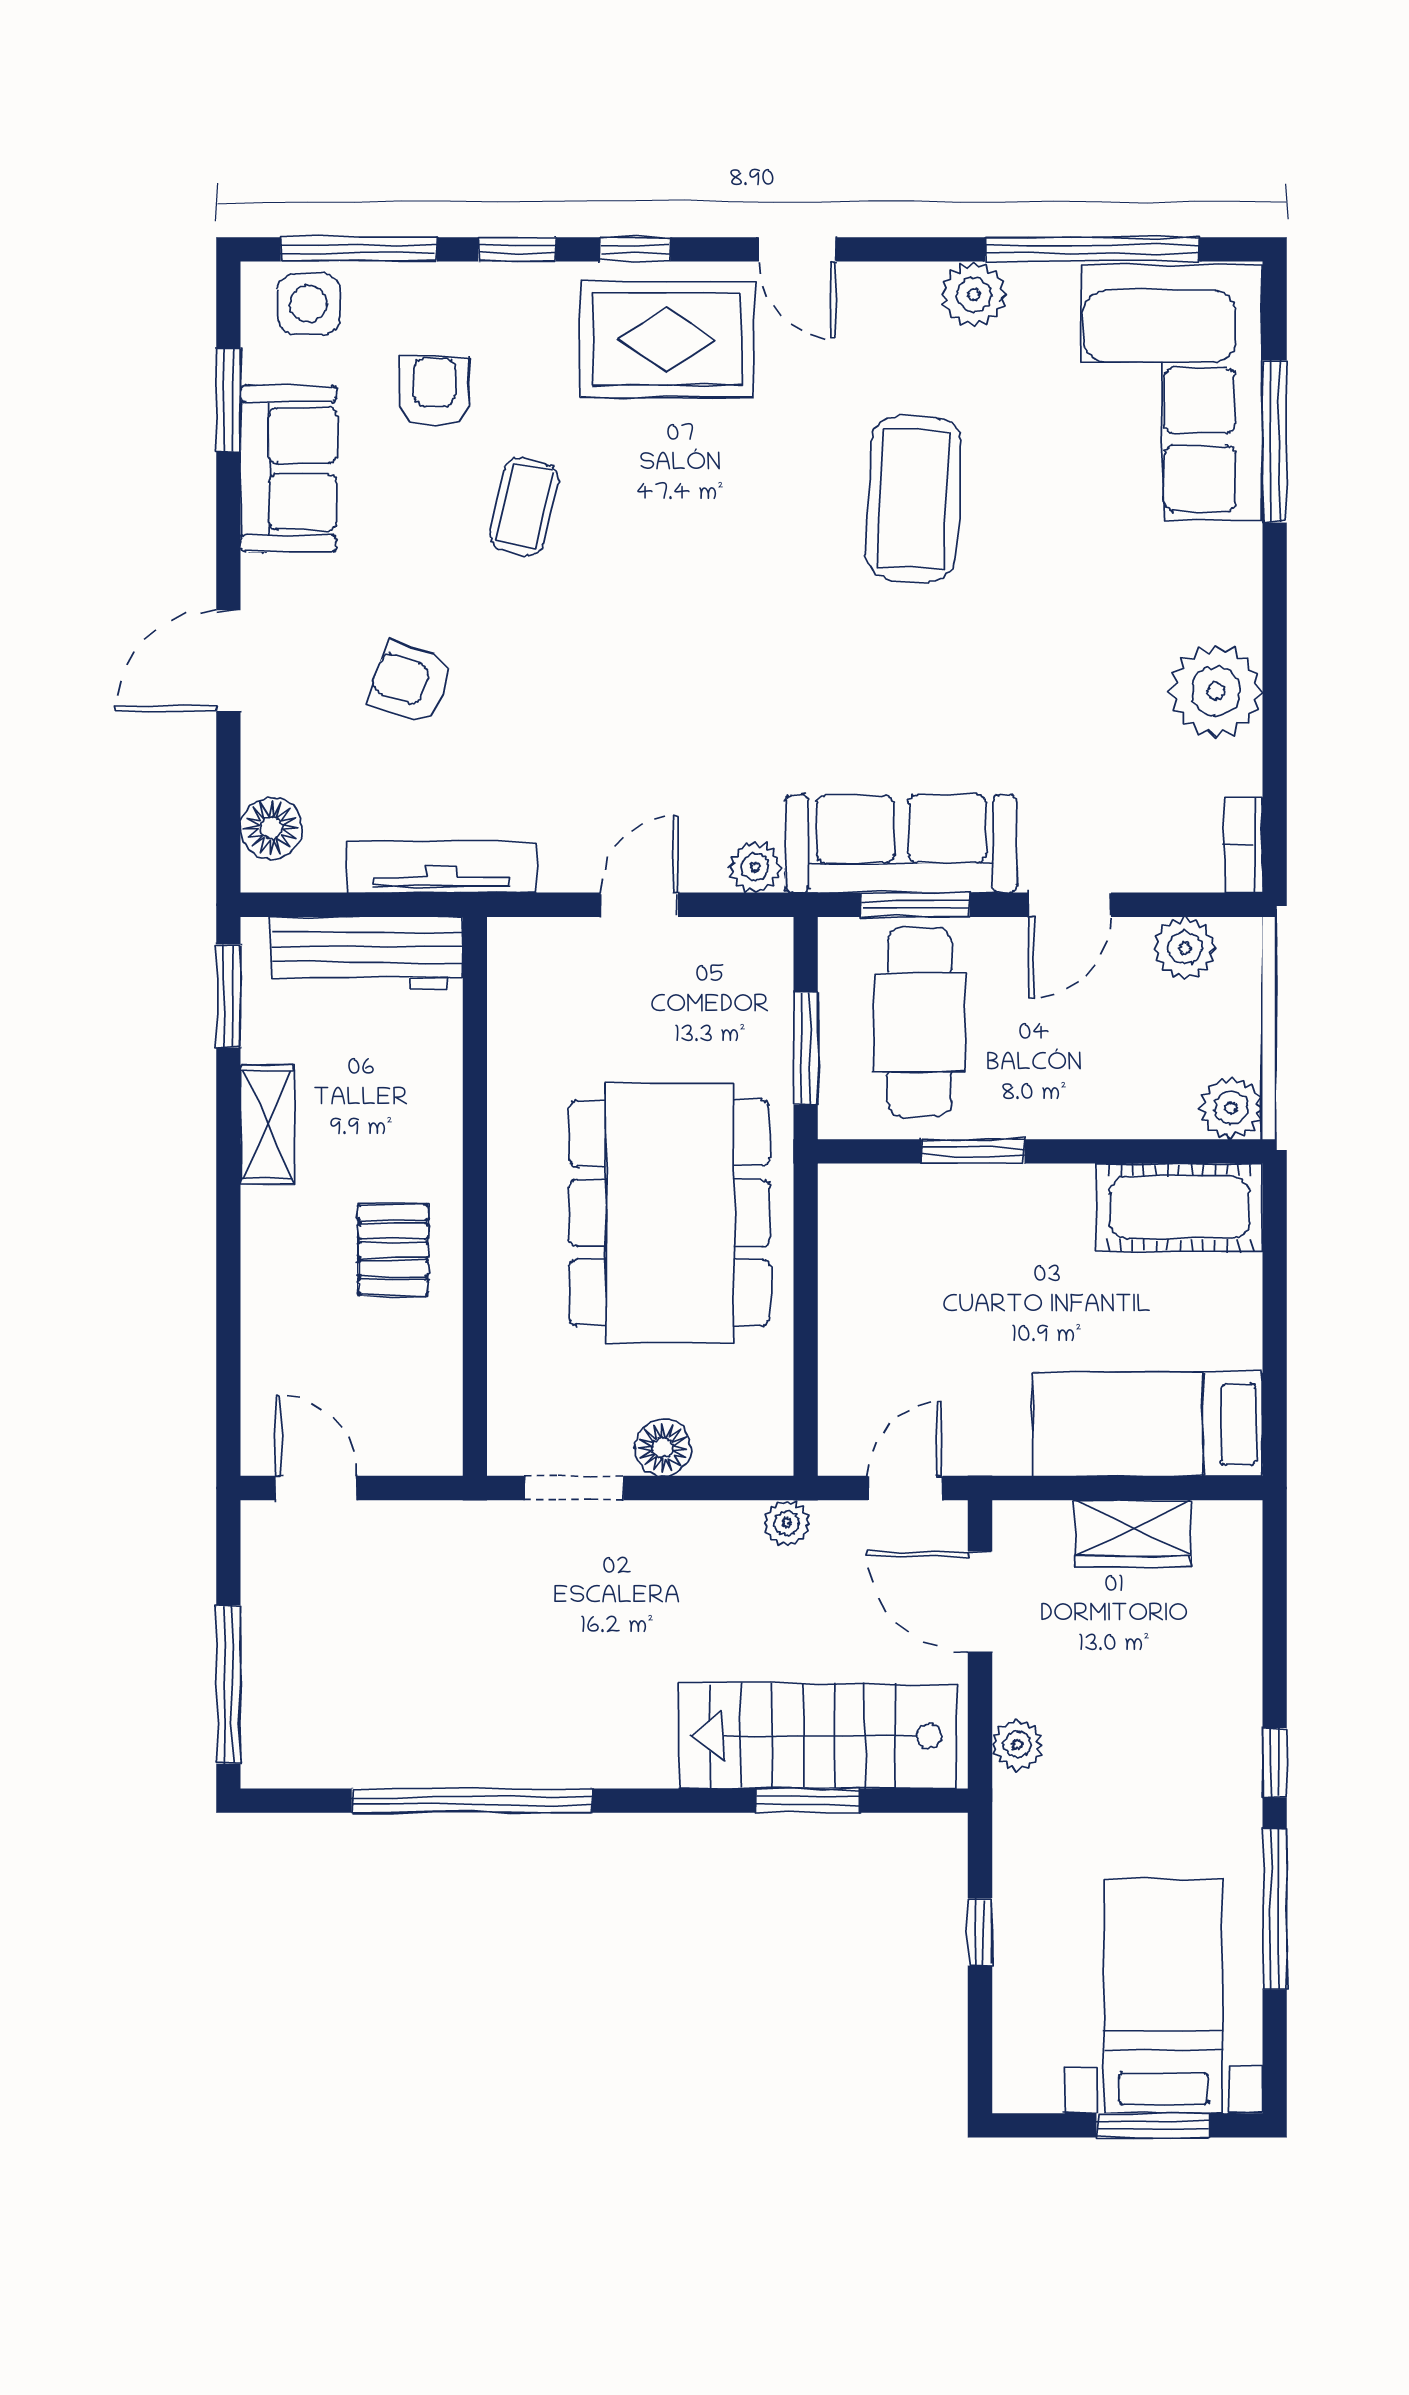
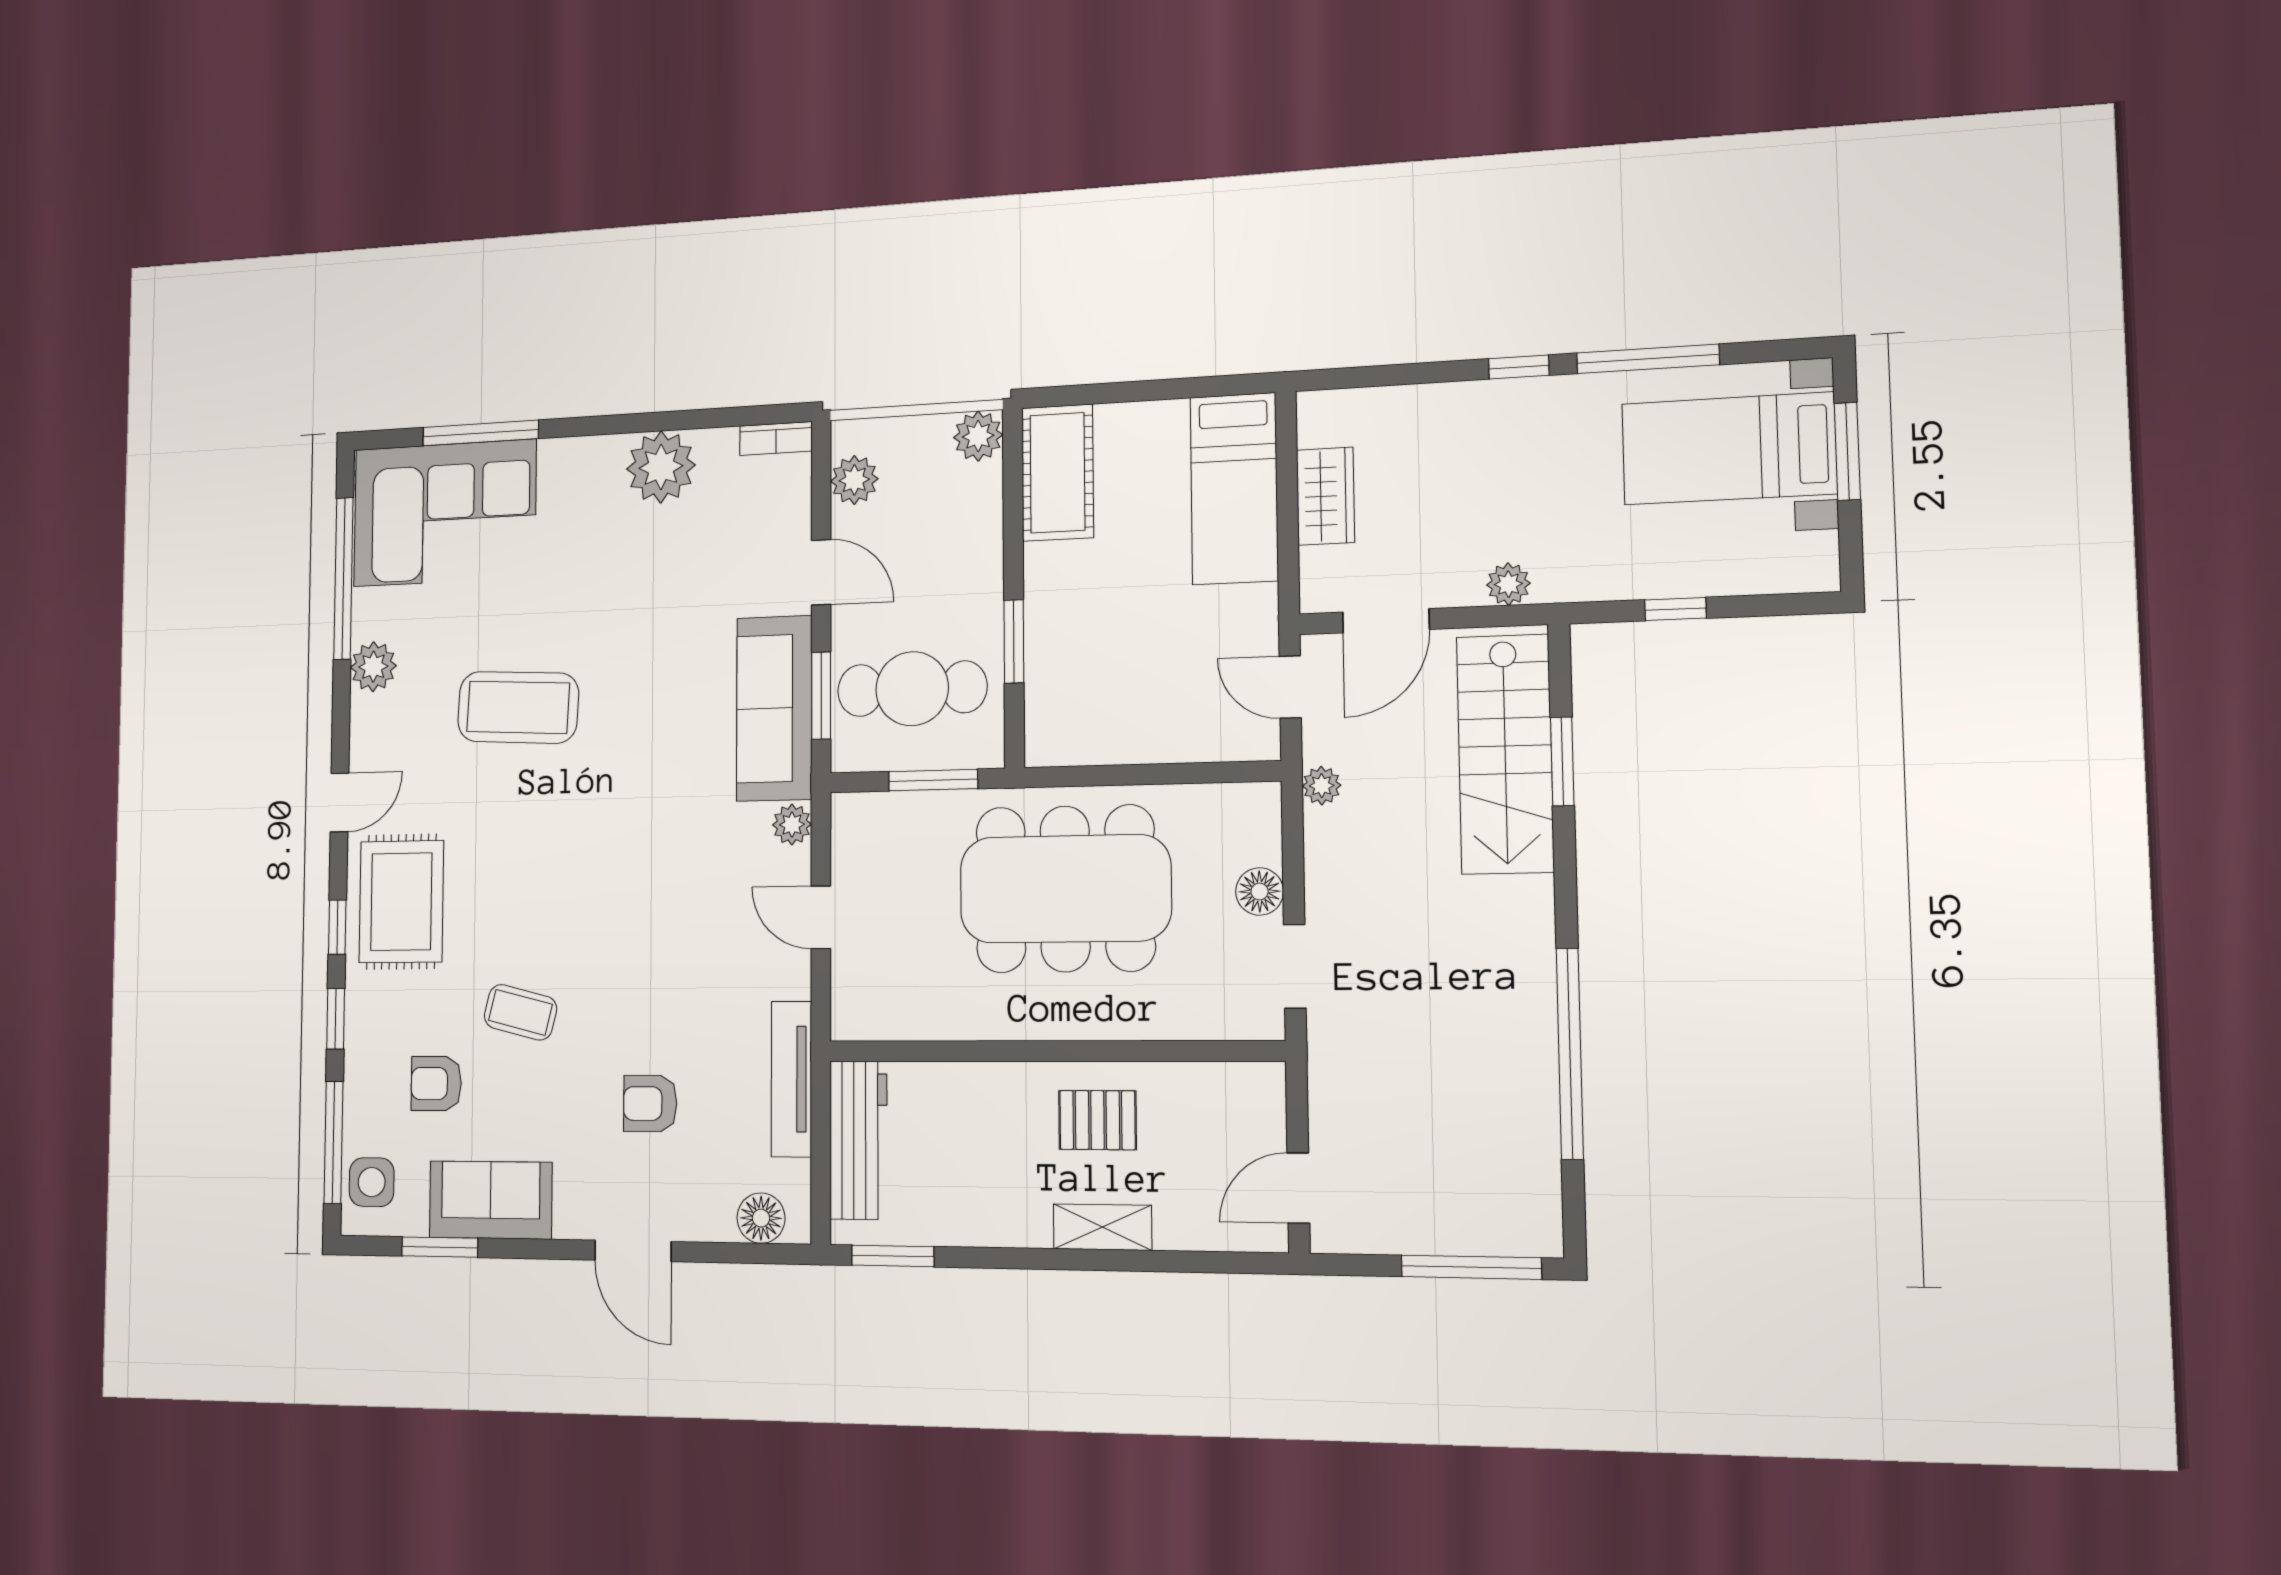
armchair: (410, 682) -> (650, 1104), turned 71
shelving: (267, 1125) -> (1102, 1227), moved

